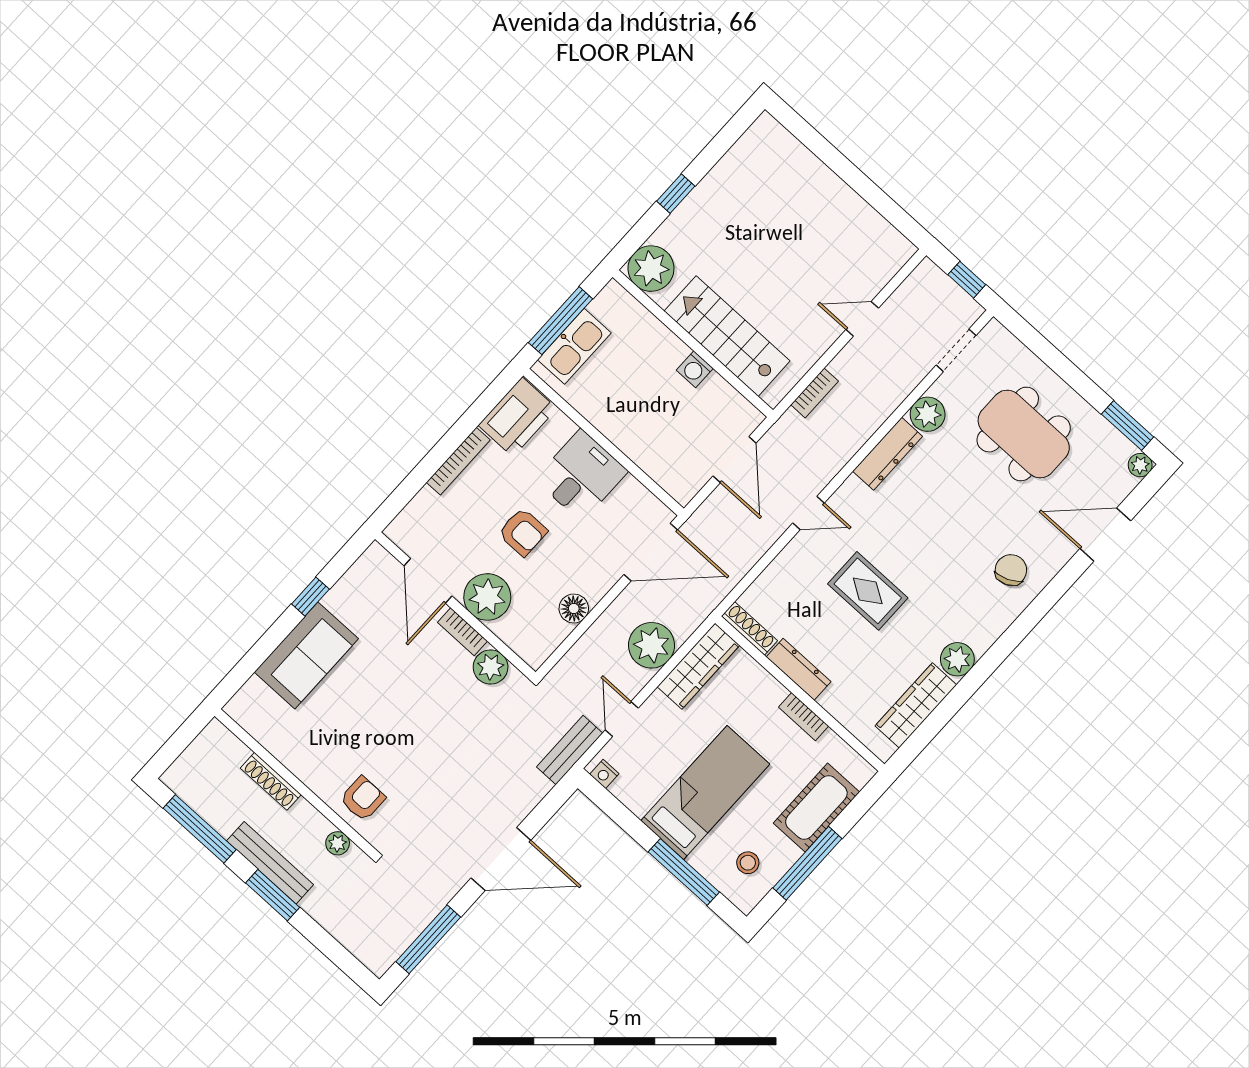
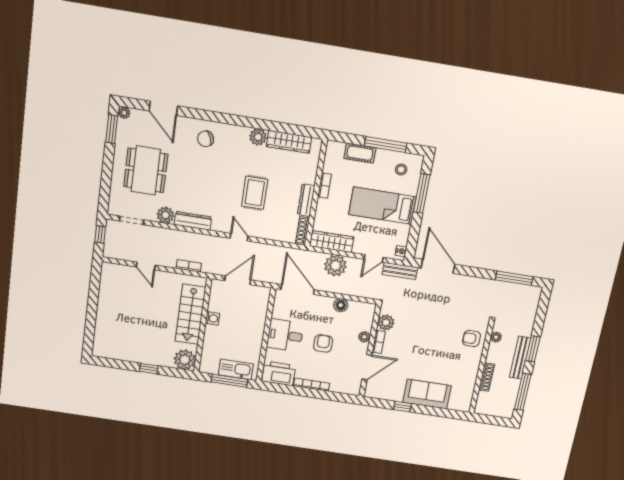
plant: (487, 597) -> (364, 337), width x0.53, depth x0.53
cot: (816, 808) -> (360, 153), width x0.73, depth x0.75
door: (501, 859) -> (438, 266), moved

